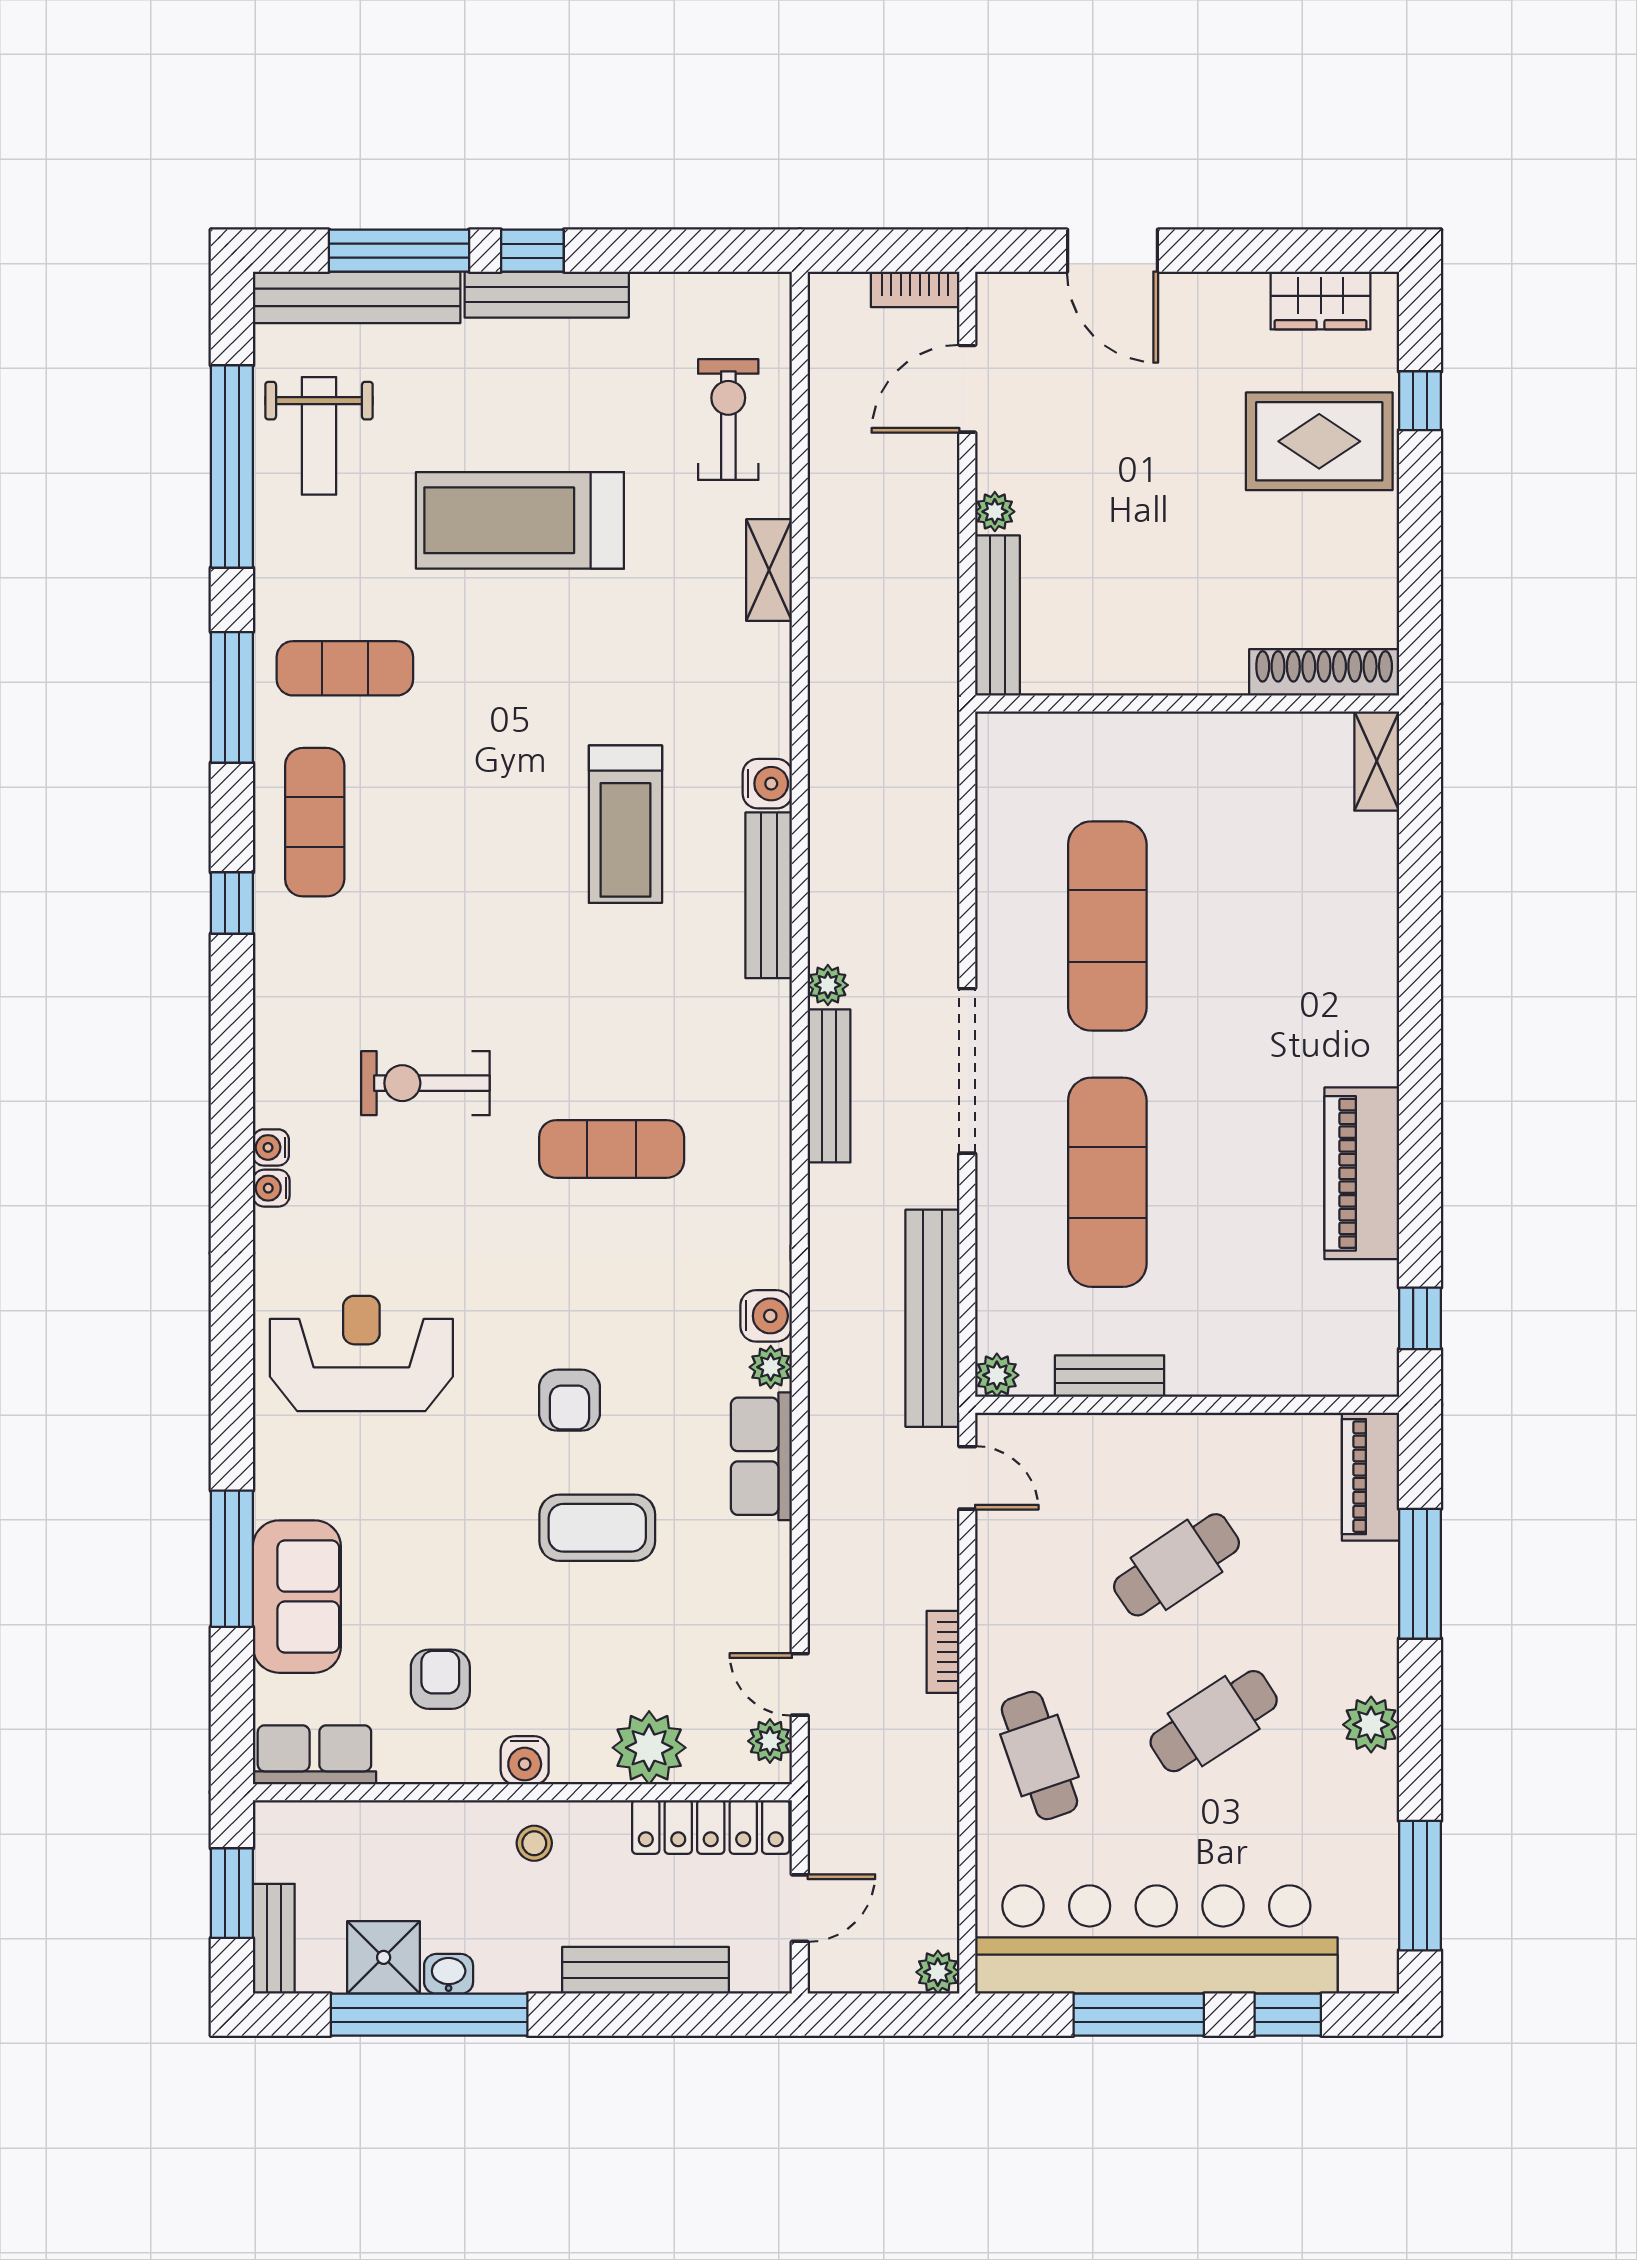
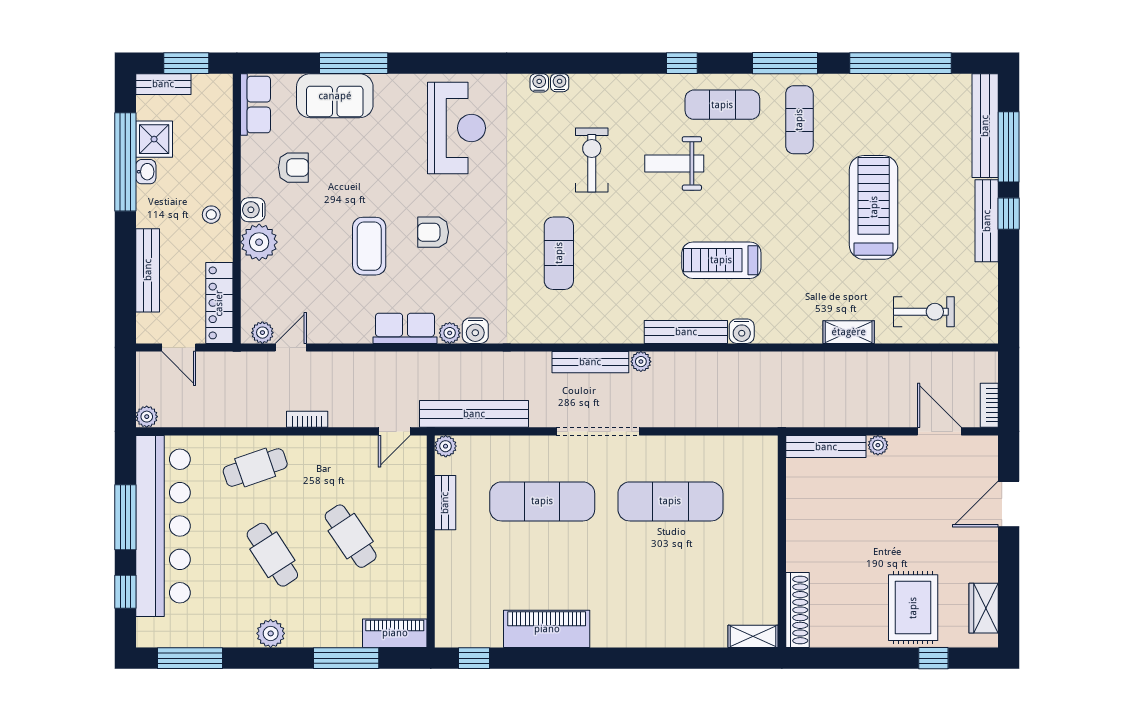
weight bench: (319, 436) -> (674, 163), moved
plant: (649, 1748) -> (259, 242), moved

